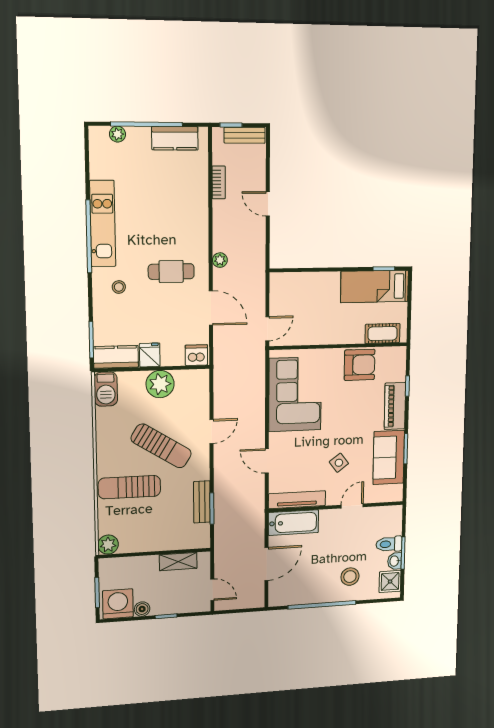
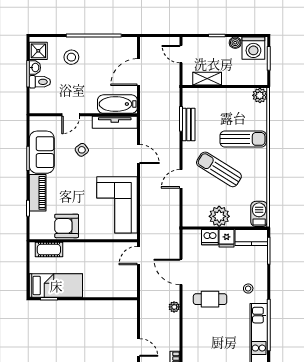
dishwasher: (196, 355) -> (210, 237), moved

